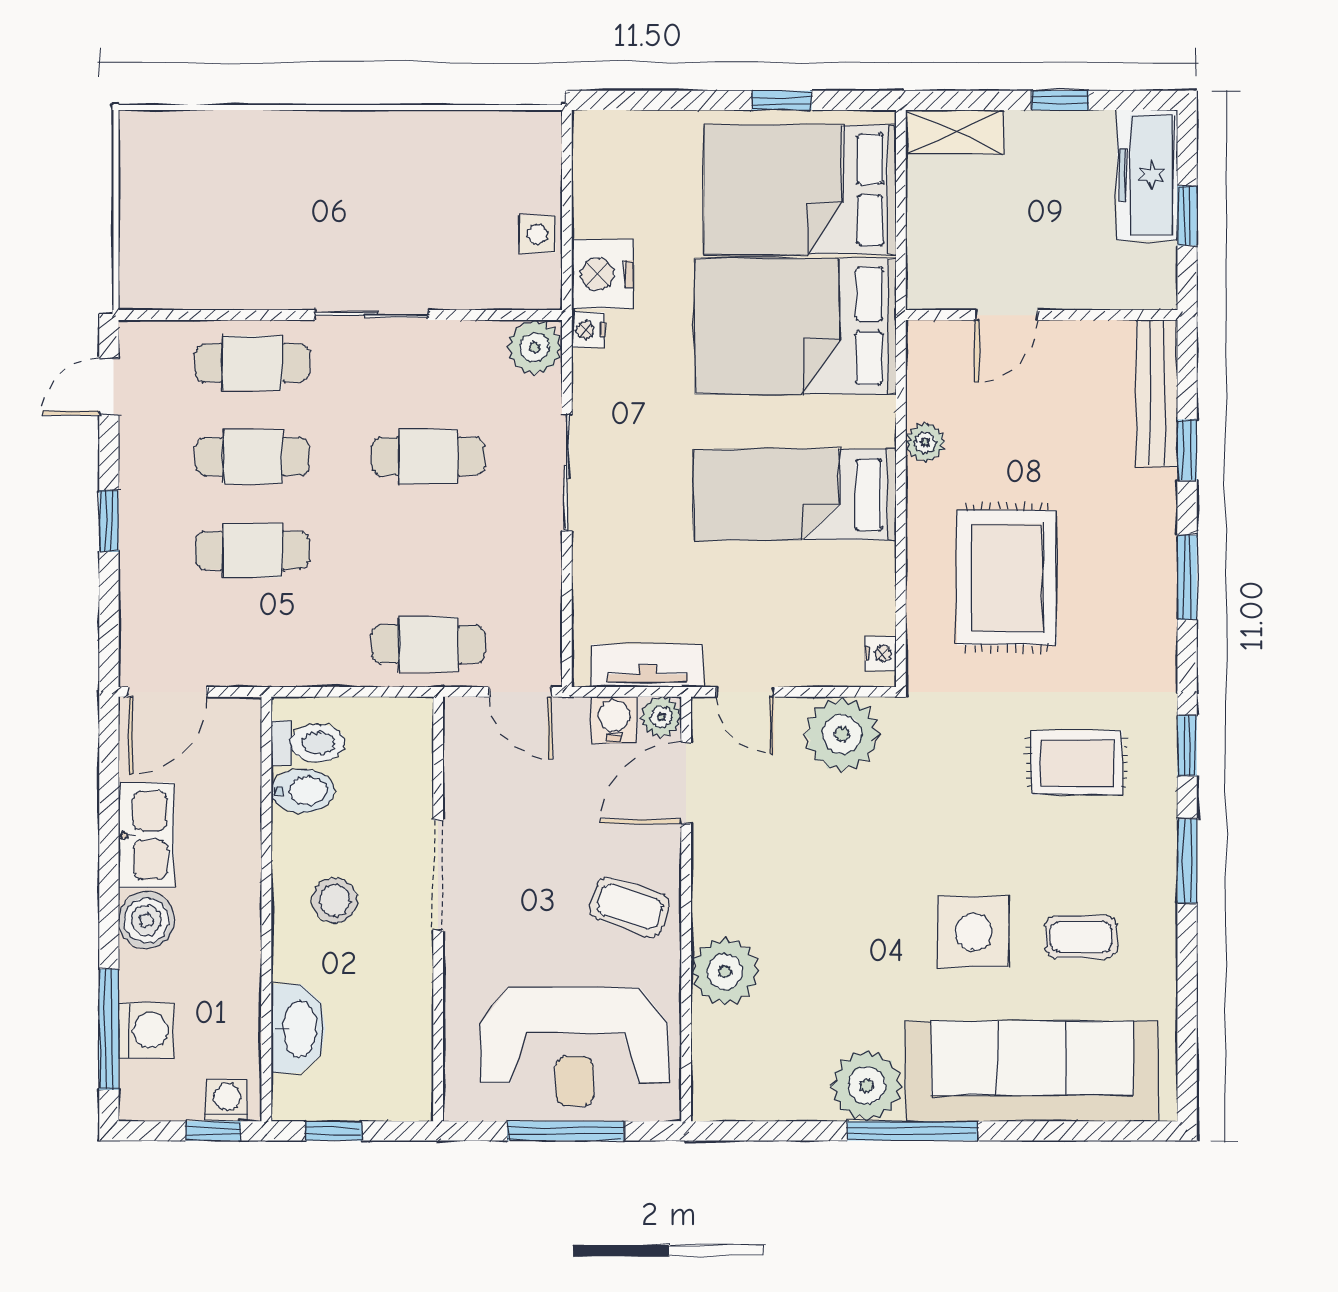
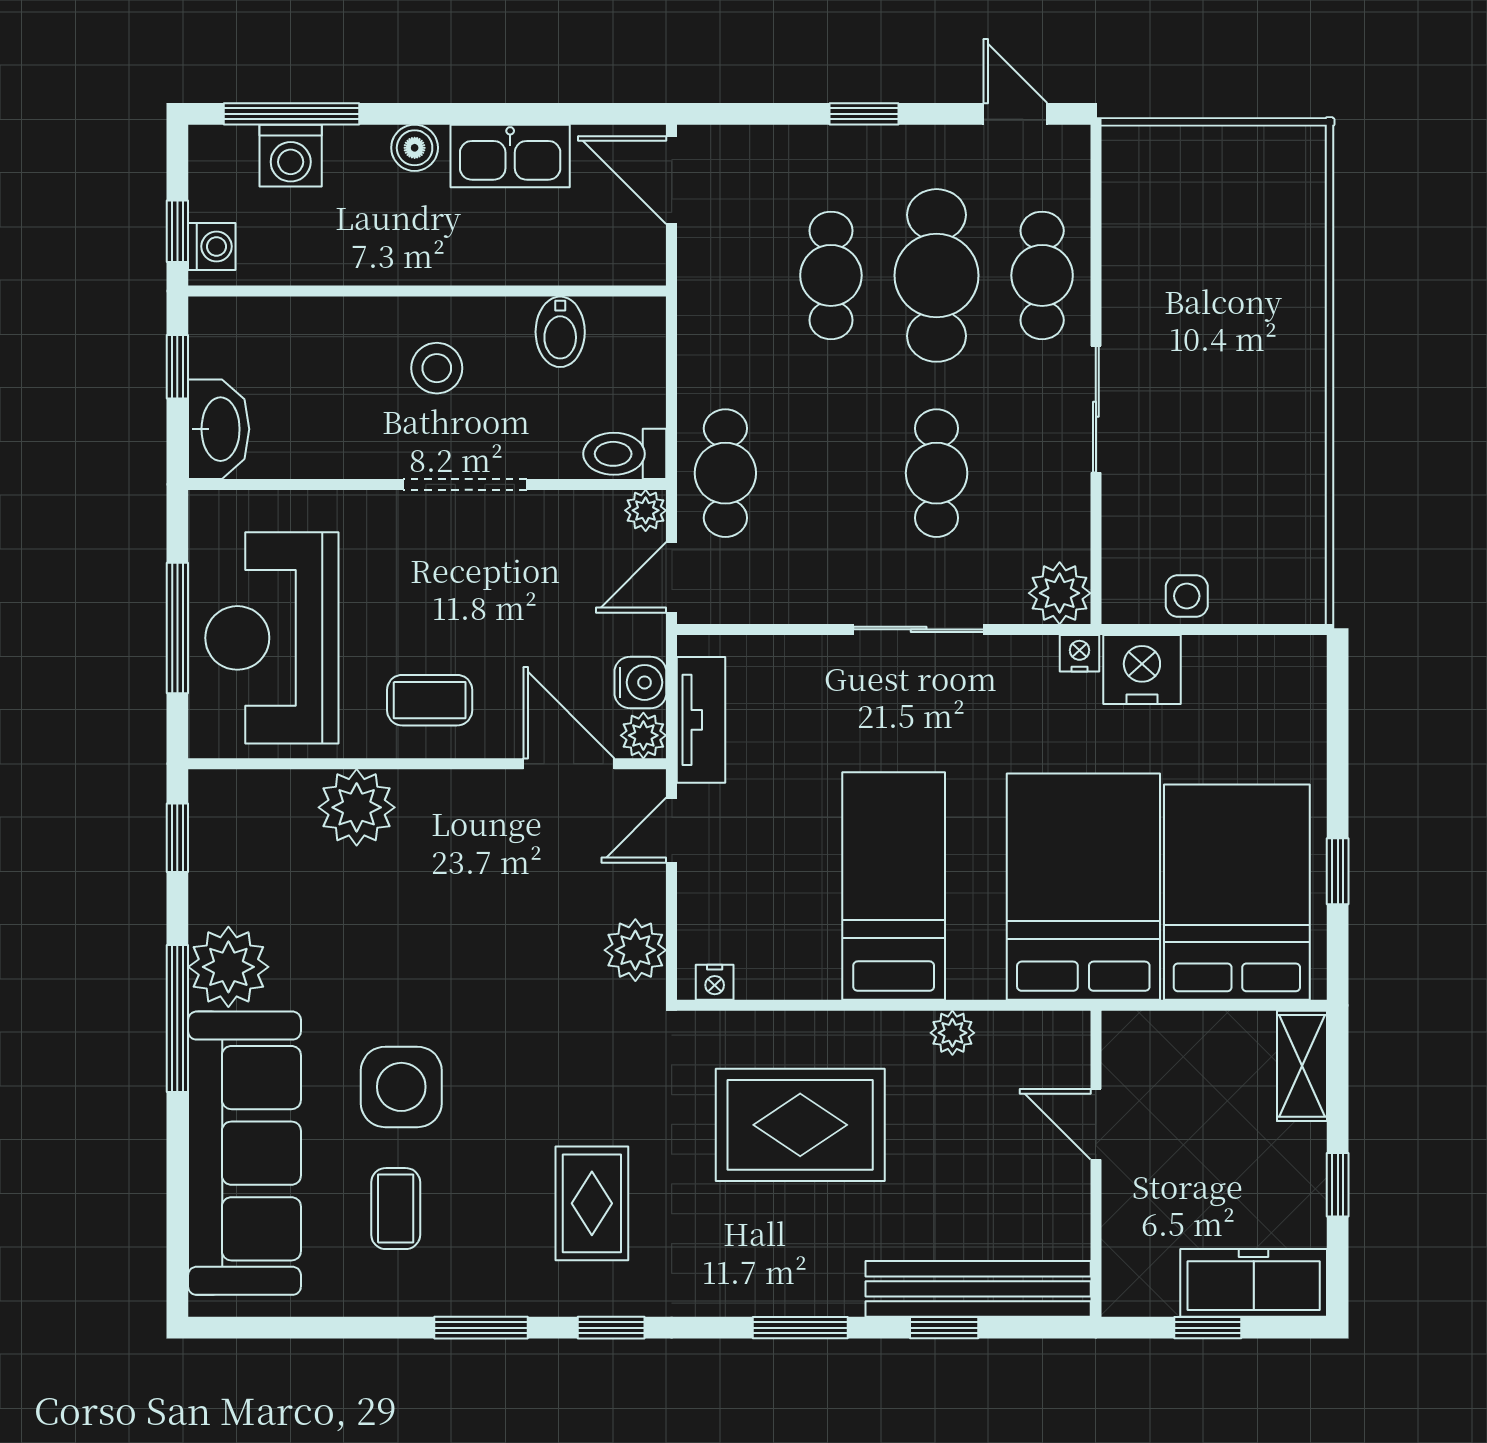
bench: (1157, 393) -> (978, 1289), width x1.37, depth x1.21
cafe table: (252, 457) -> (937, 275), width x1.37, depth x1.35
plant: (461, 715) -> (646, 510), added
plant: (842, 734) -> (635, 950), width x0.73, depth x0.73
toilet: (308, 743) -> (625, 454), moved, turned 90
coffee table: (630, 907) -> (430, 700), turned 72
boiler: (147, 920) -> (415, 148), width x0.73, depth x0.73
washbasin: (298, 1029) -> (219, 429), moved, turned -90
window: (752, 1131) -> (177, 838), added

